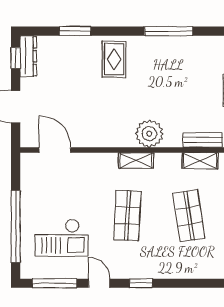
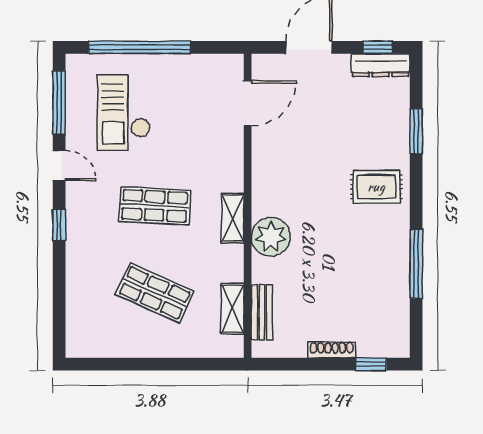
shop shelf: (189, 216) -> (155, 293), turned 33
door: (99, 283) -> (59, 166), hinge flipped

